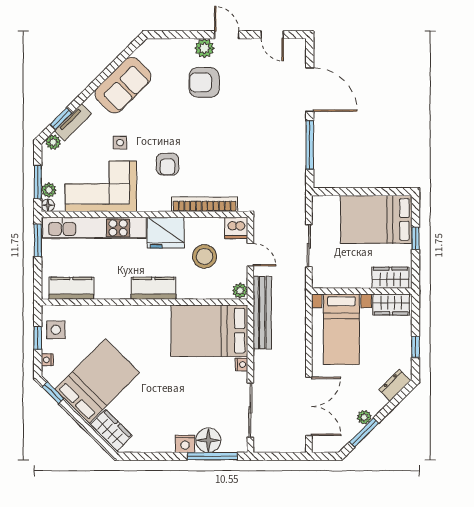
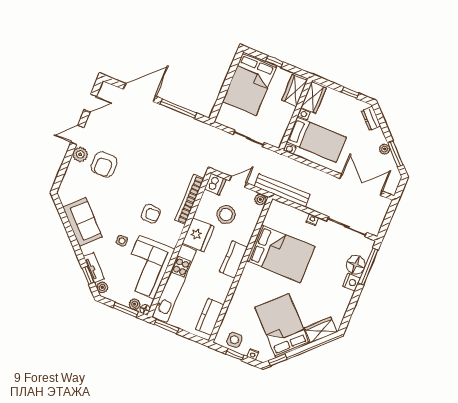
bed: (209, 331) -> (281, 254), moved, turned -90

